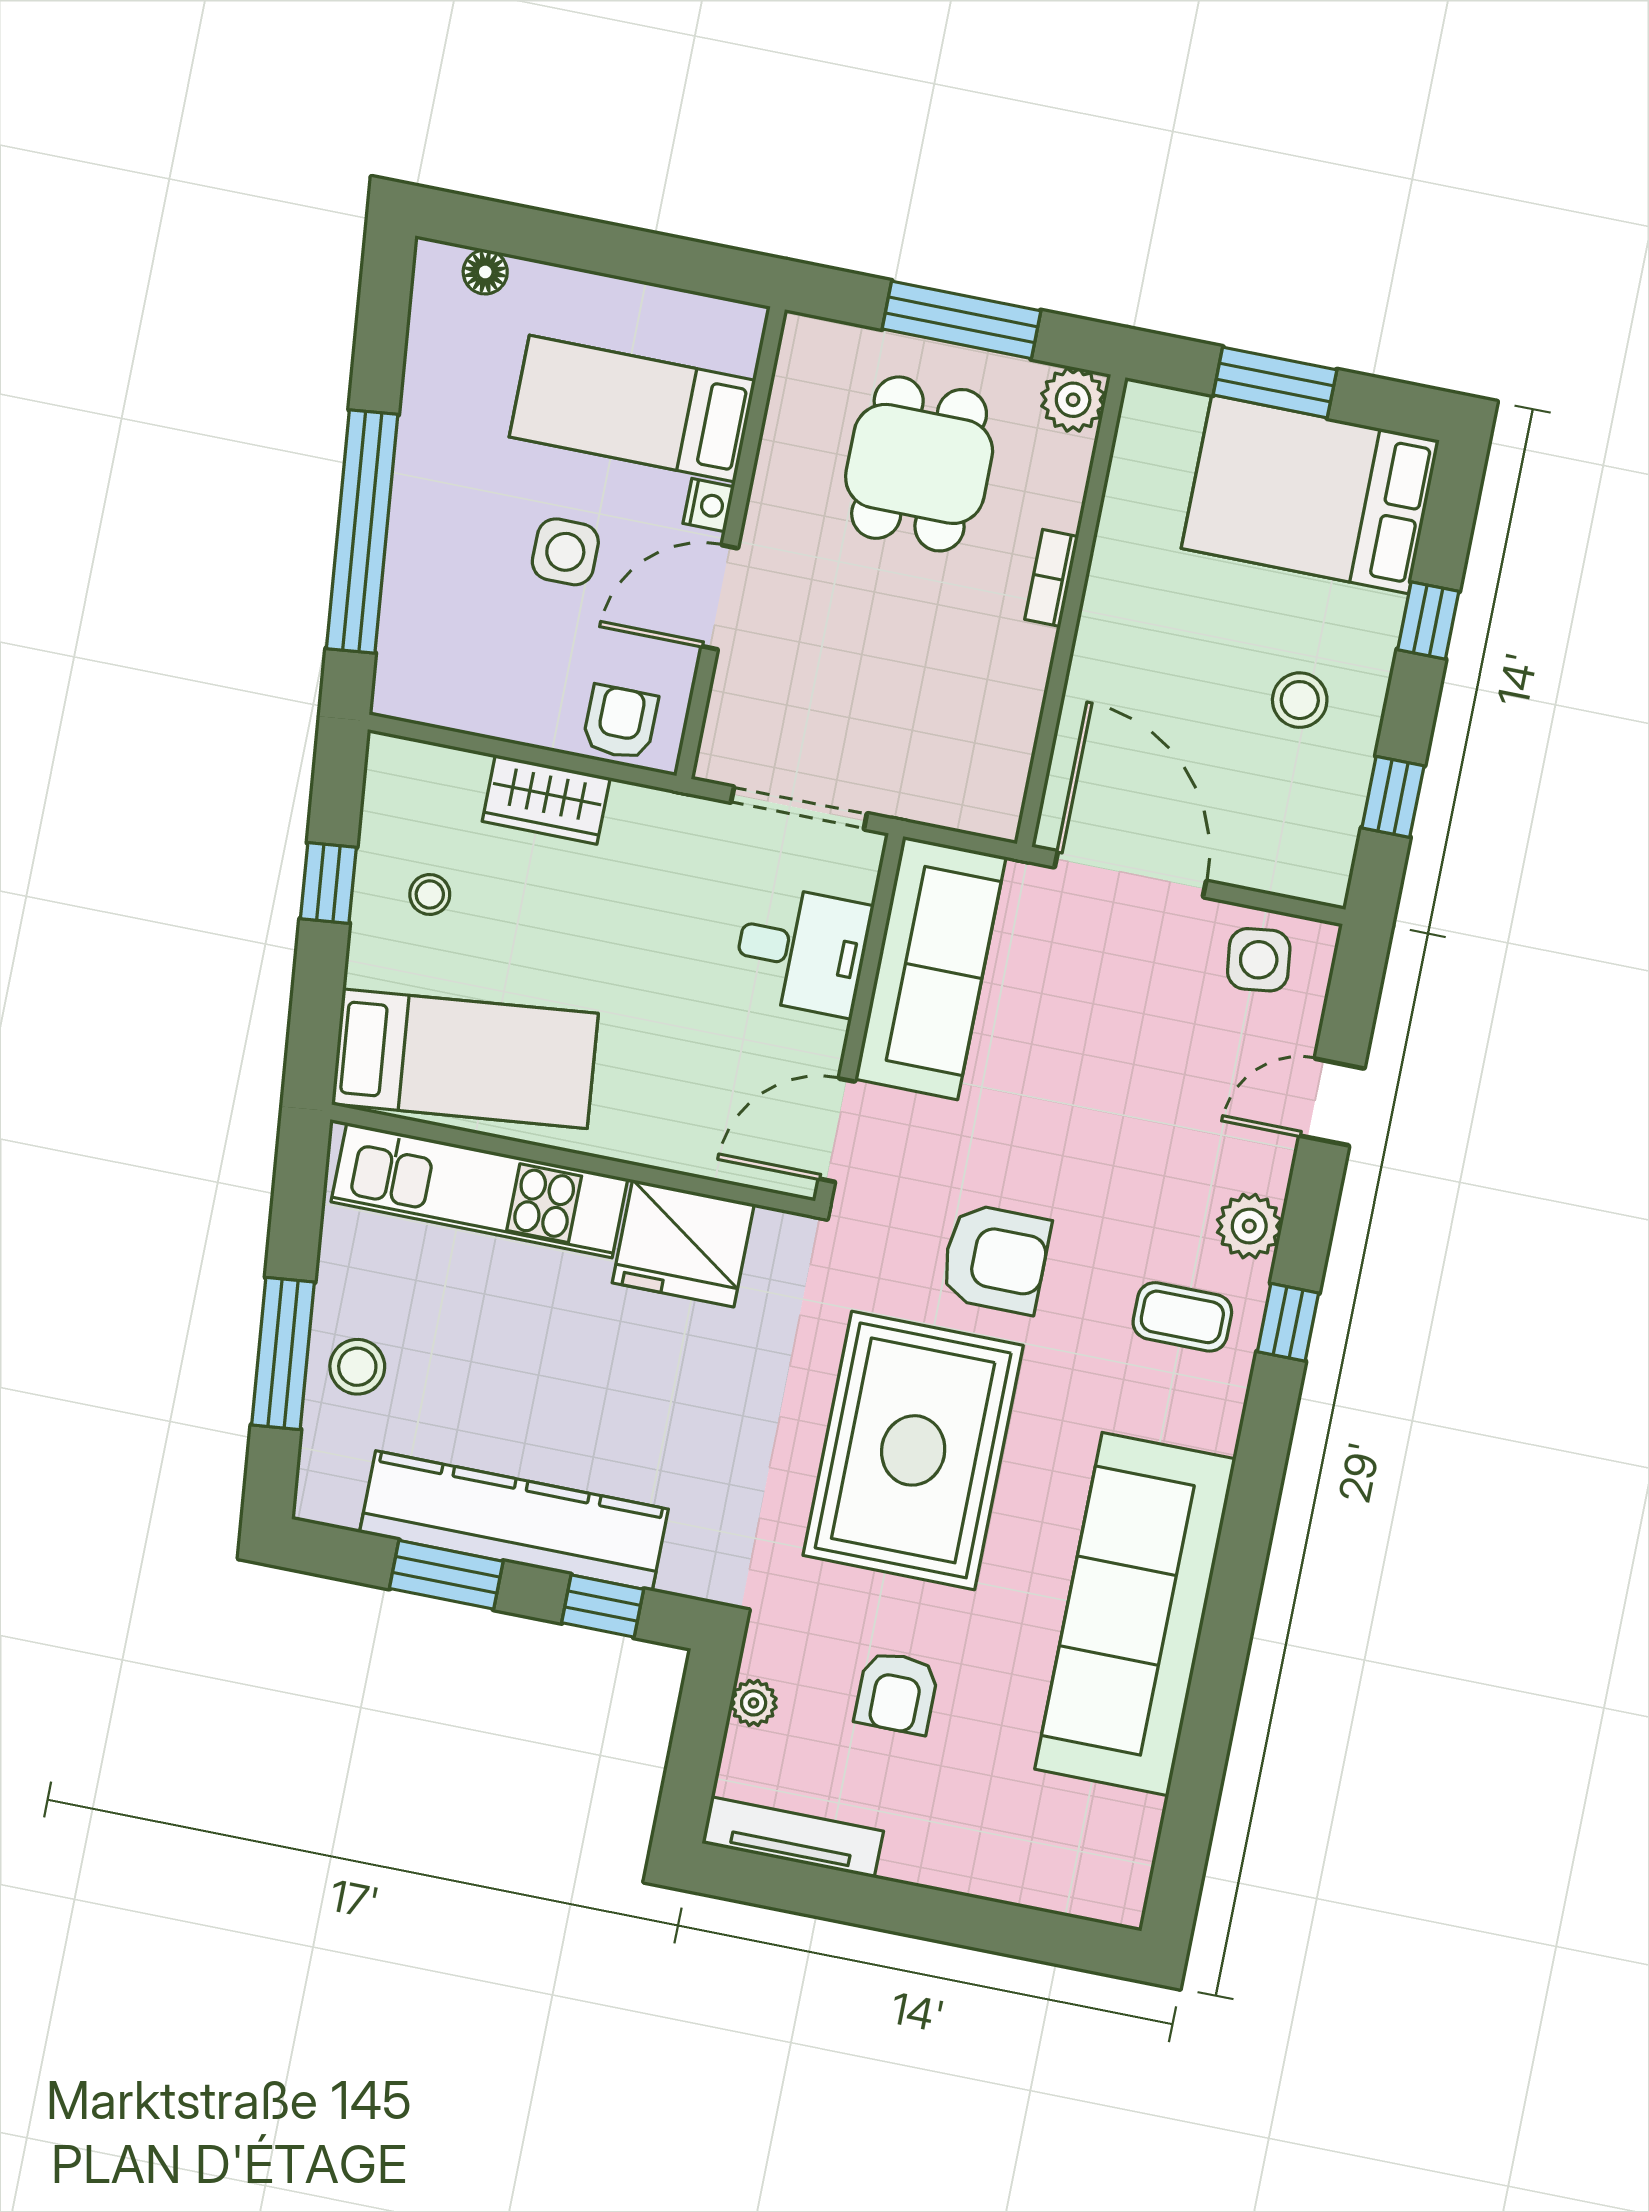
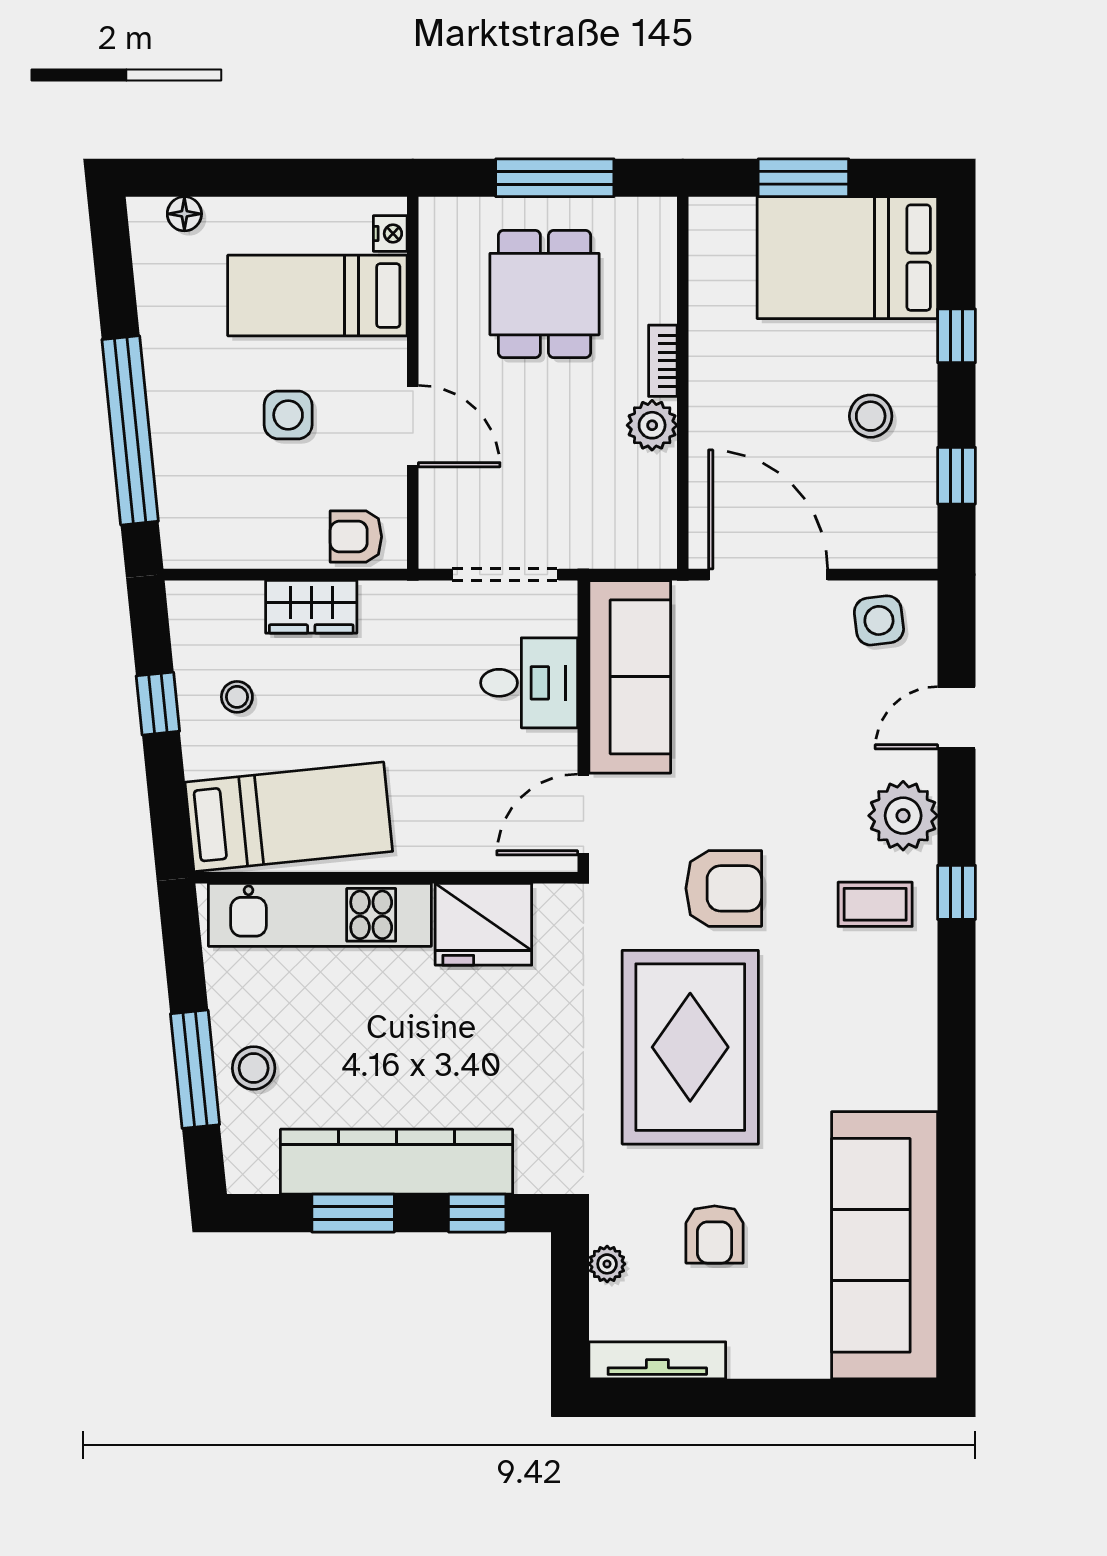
plant: (1073, 400) -> (652, 425), moved
nightstand: (709, 505) -> (390, 234), moved
door: (720, 597) -> (413, 426), swing flipped
armchair: (620, 722) -> (356, 537), turned -90
plant: (1249, 1226) -> (903, 816), width x1.36, depth x1.36
sofa: (1135, 1614) -> (885, 1245), moved

